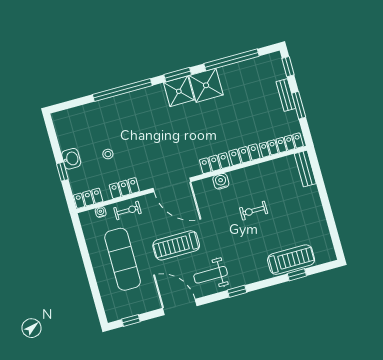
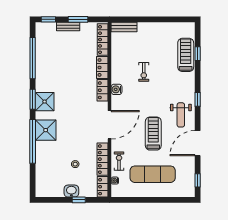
shower: (206, 85) -> (46, 130), moved
locker: (124, 188) -> (103, 159), width x1.53
treadmill: (176, 245) -> (153, 134), turned 180

